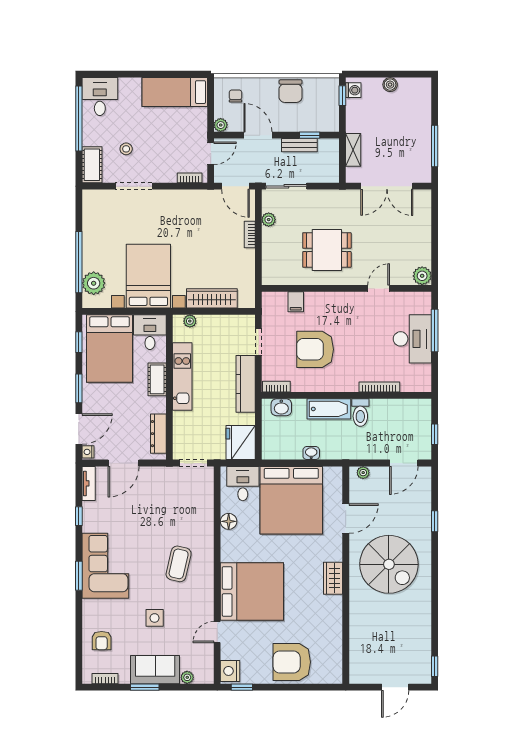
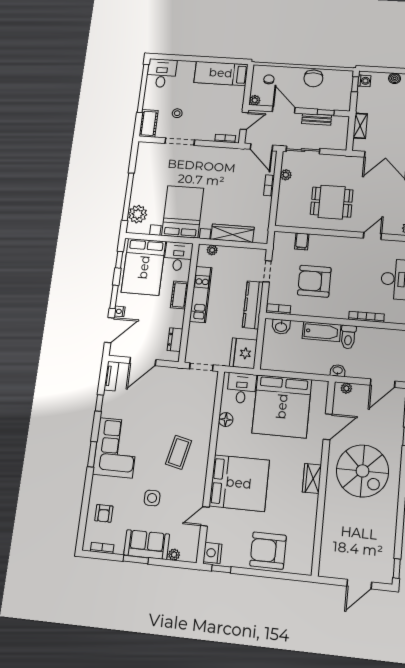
dresser: (158, 434) -> (175, 340), width x0.70
nightstand: (88, 452) -> (120, 311), moved
washbasin: (311, 453) -> (338, 371), moved

